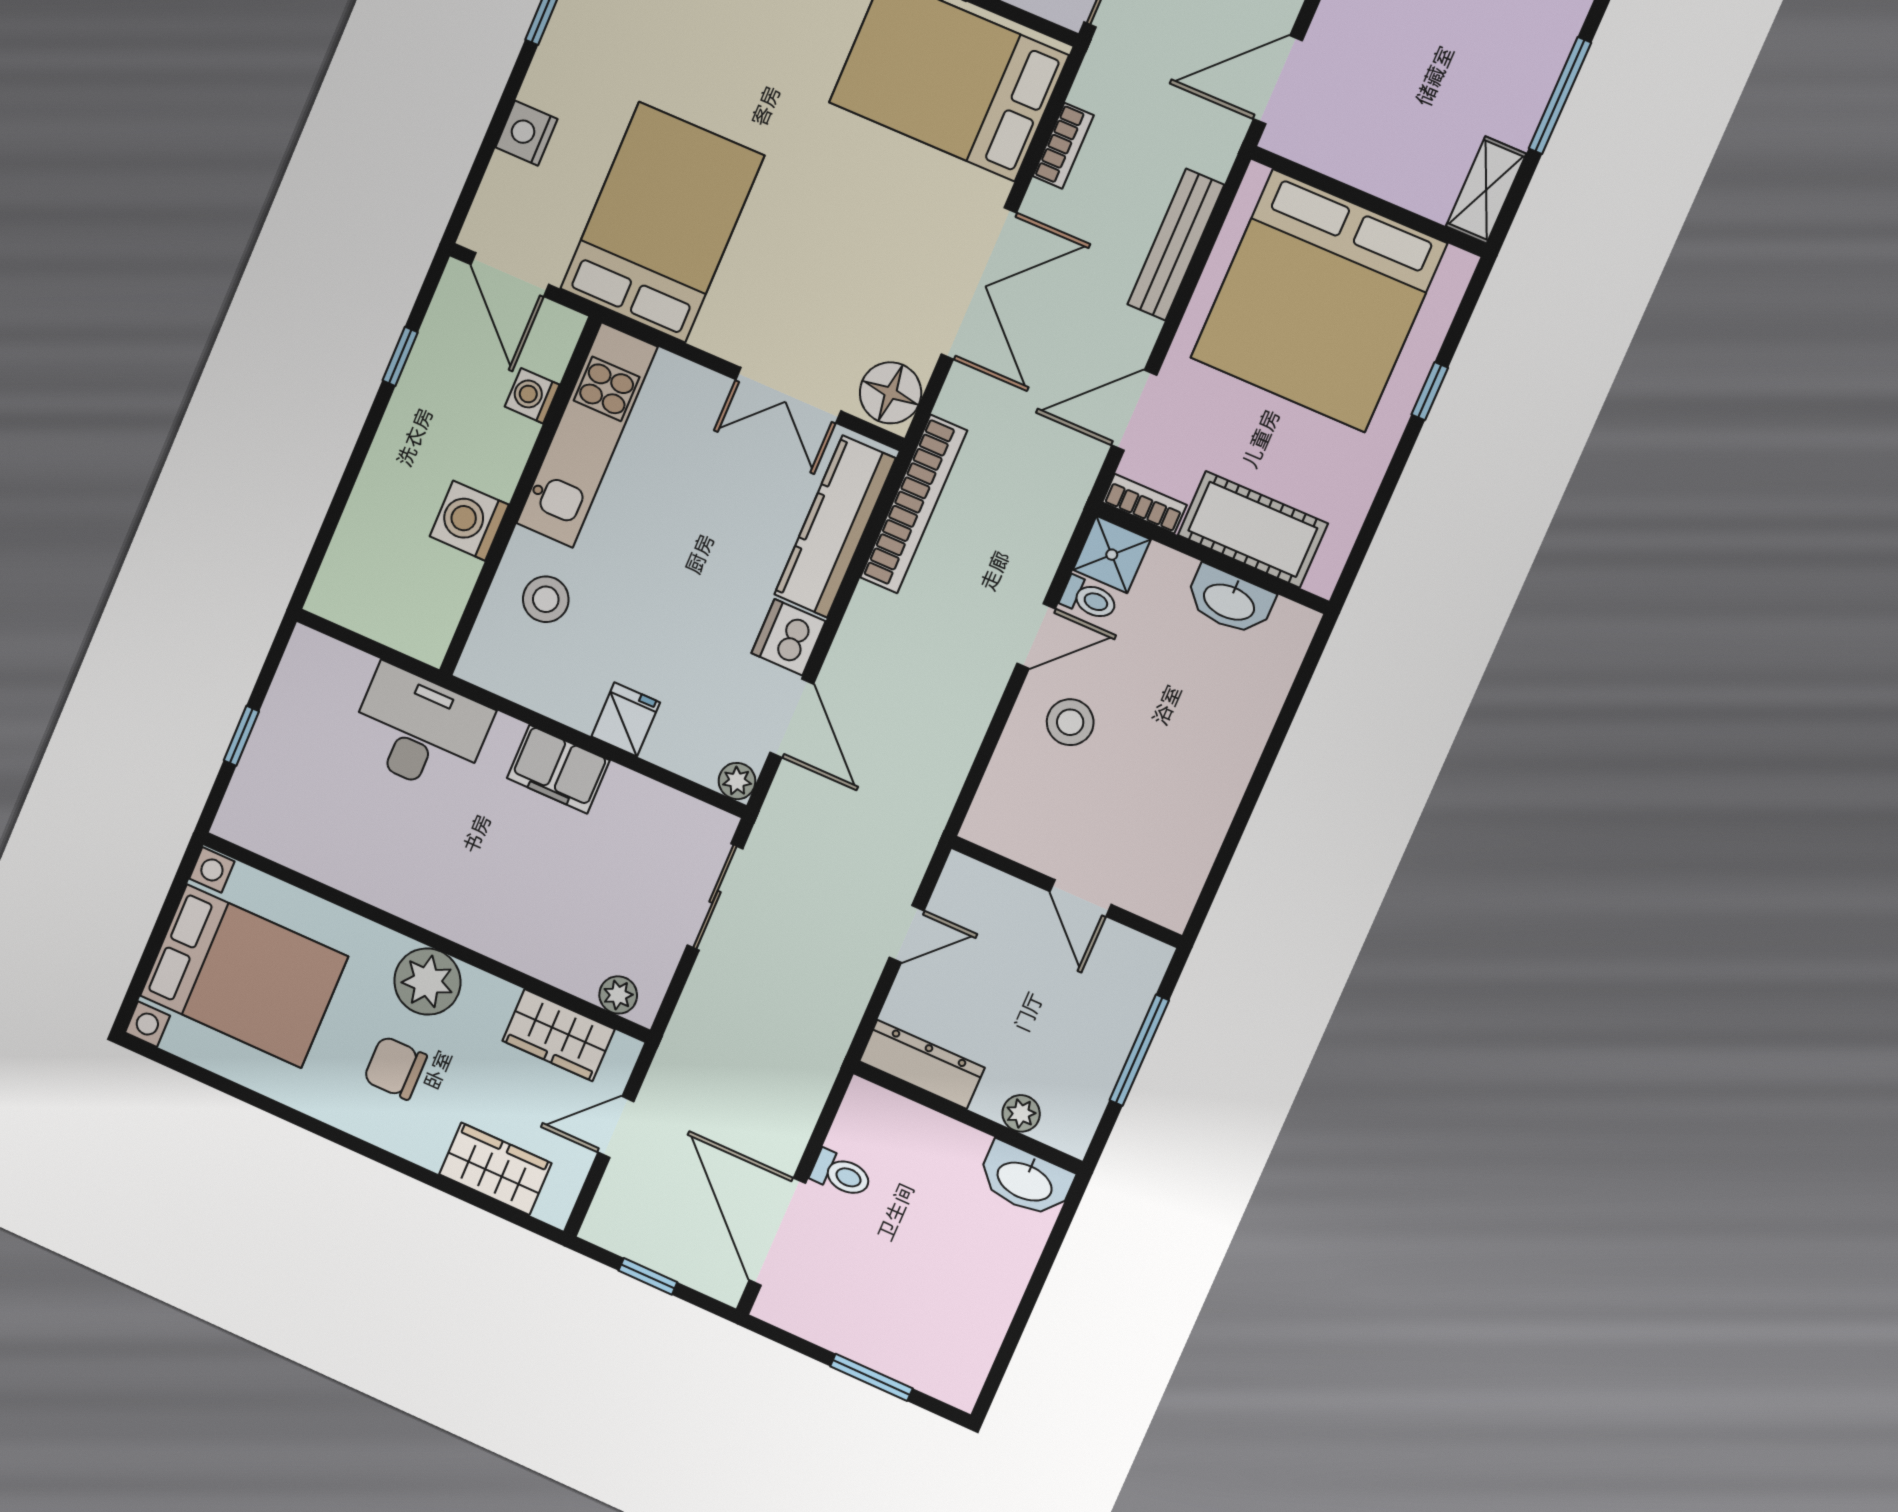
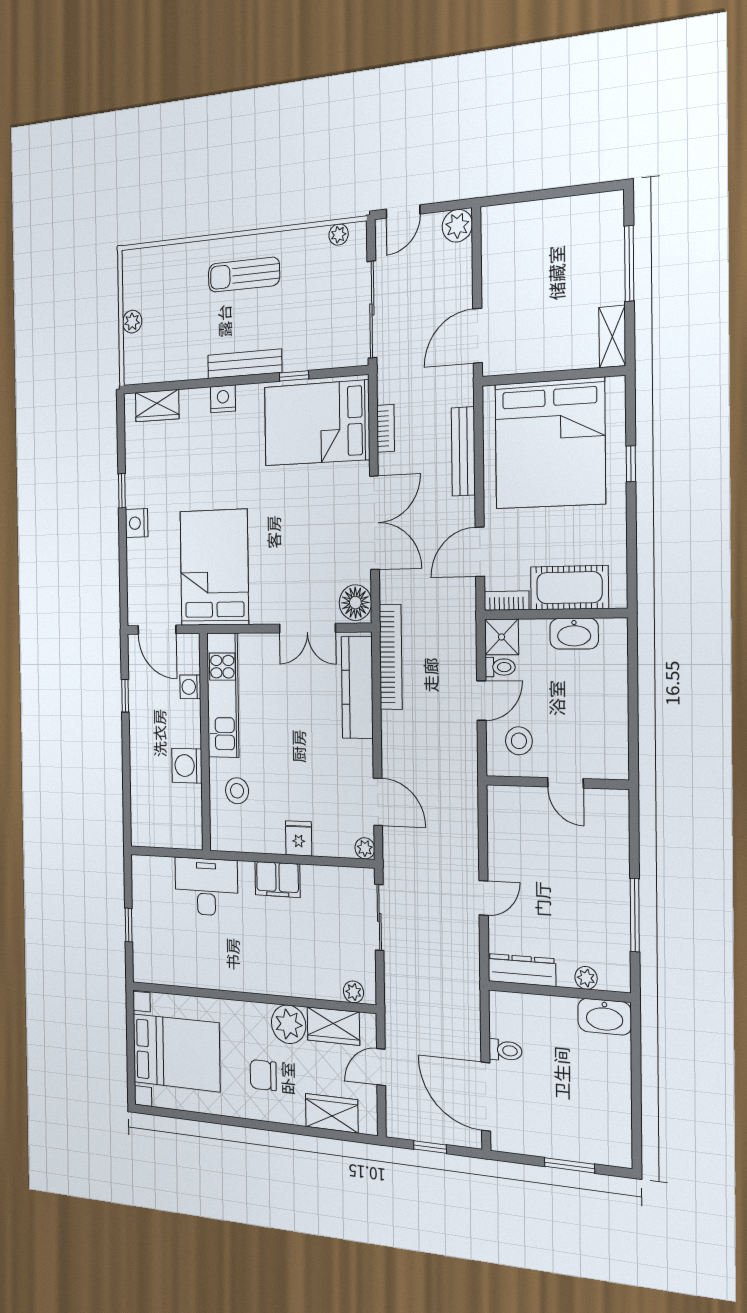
nightstand: (526, 133) -> (137, 523), moved
dishwasher: (789, 637) -> (359, 758), removed
wall: (1066, 892) -> (556, 783), moved
door: (1081, 898) -> (565, 783), moved
plant: (427, 982) -> (289, 1024), moved

